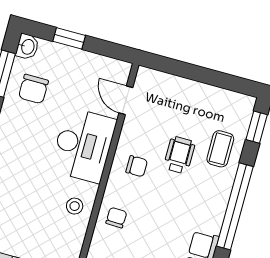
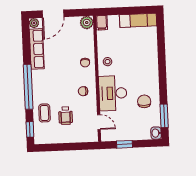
window: (69, 38) -> (125, 144), moved
chair: (33, 89) -> (144, 101), moved
wheelchair: (179, 155) -> (66, 116), moved

